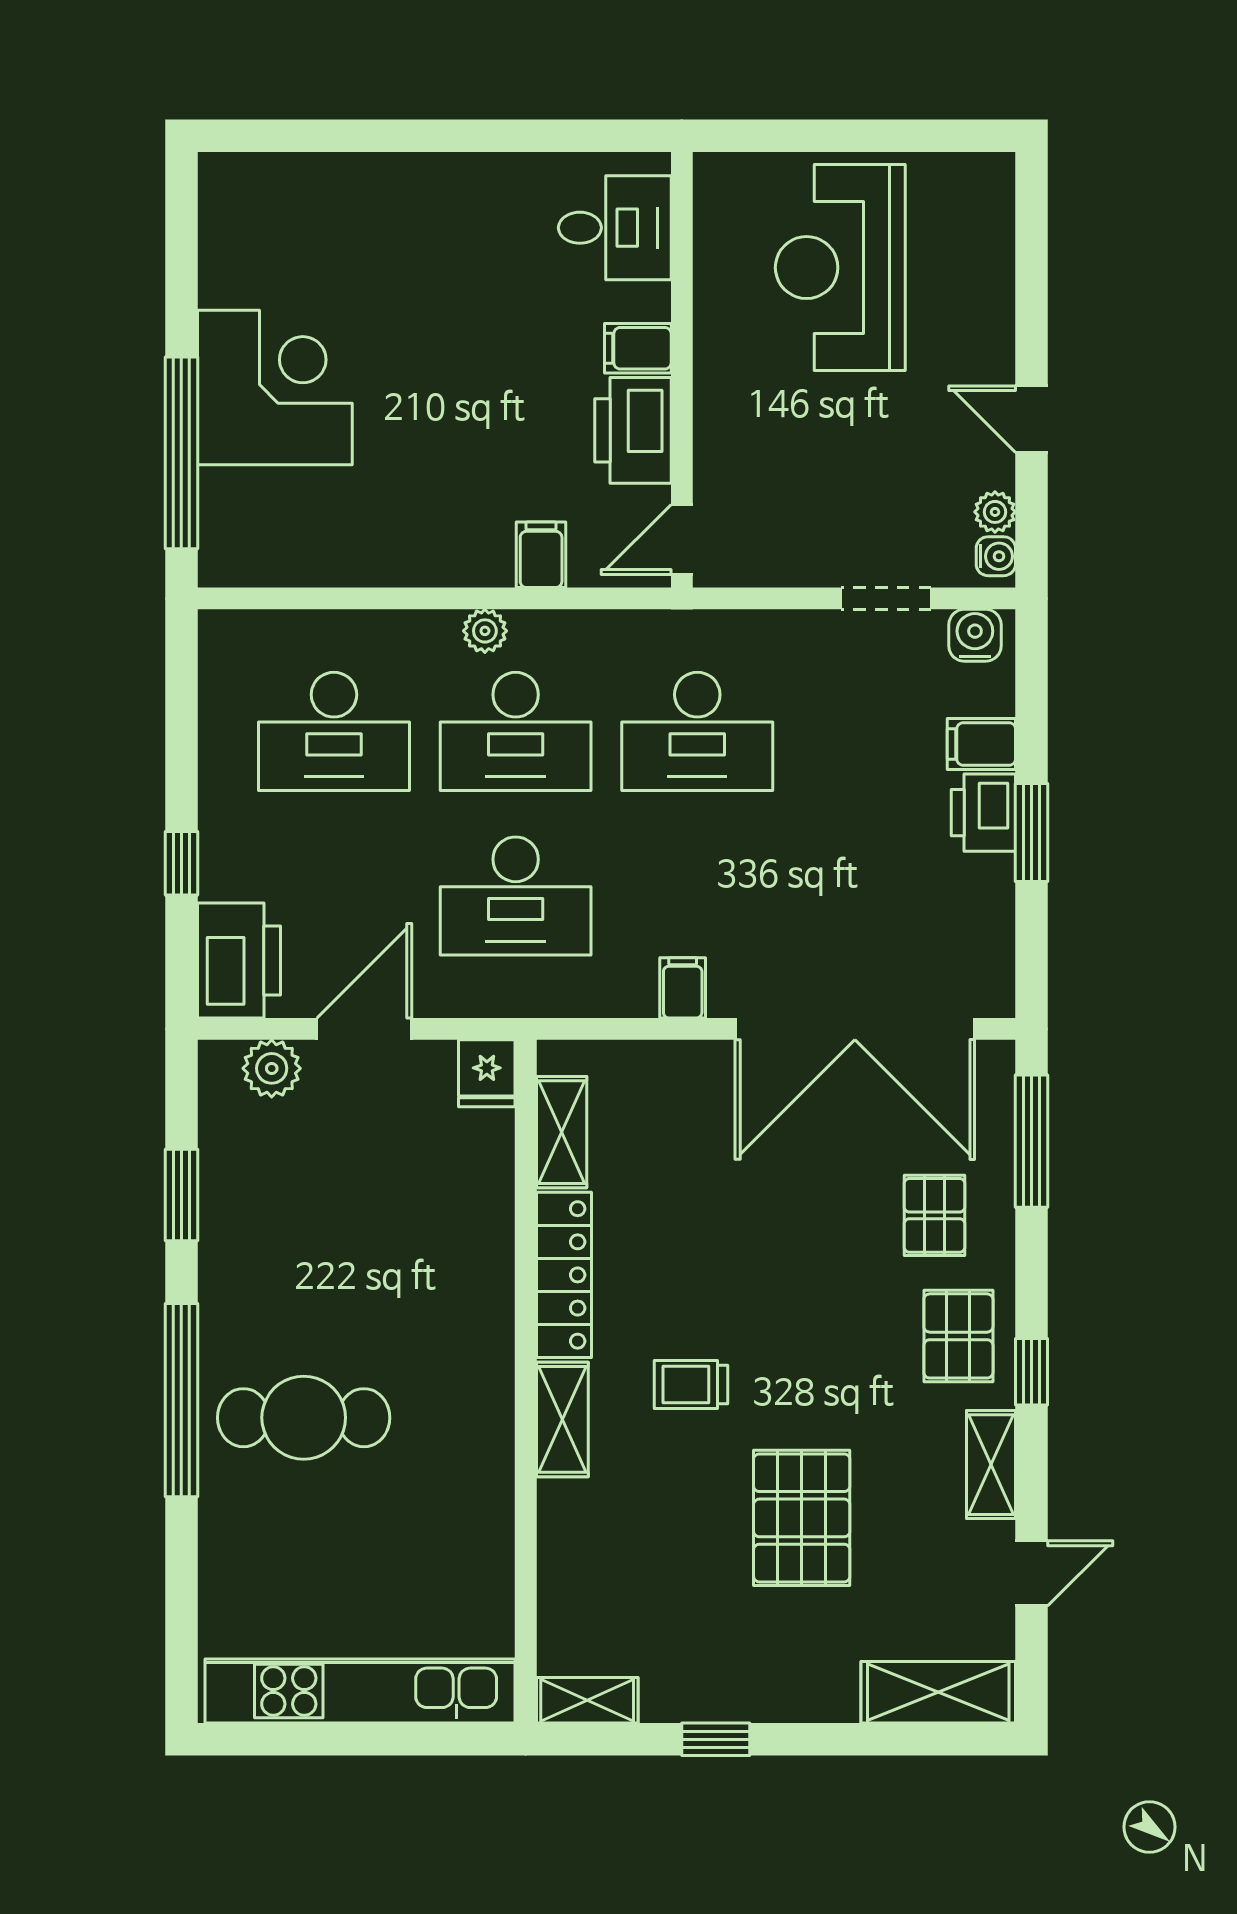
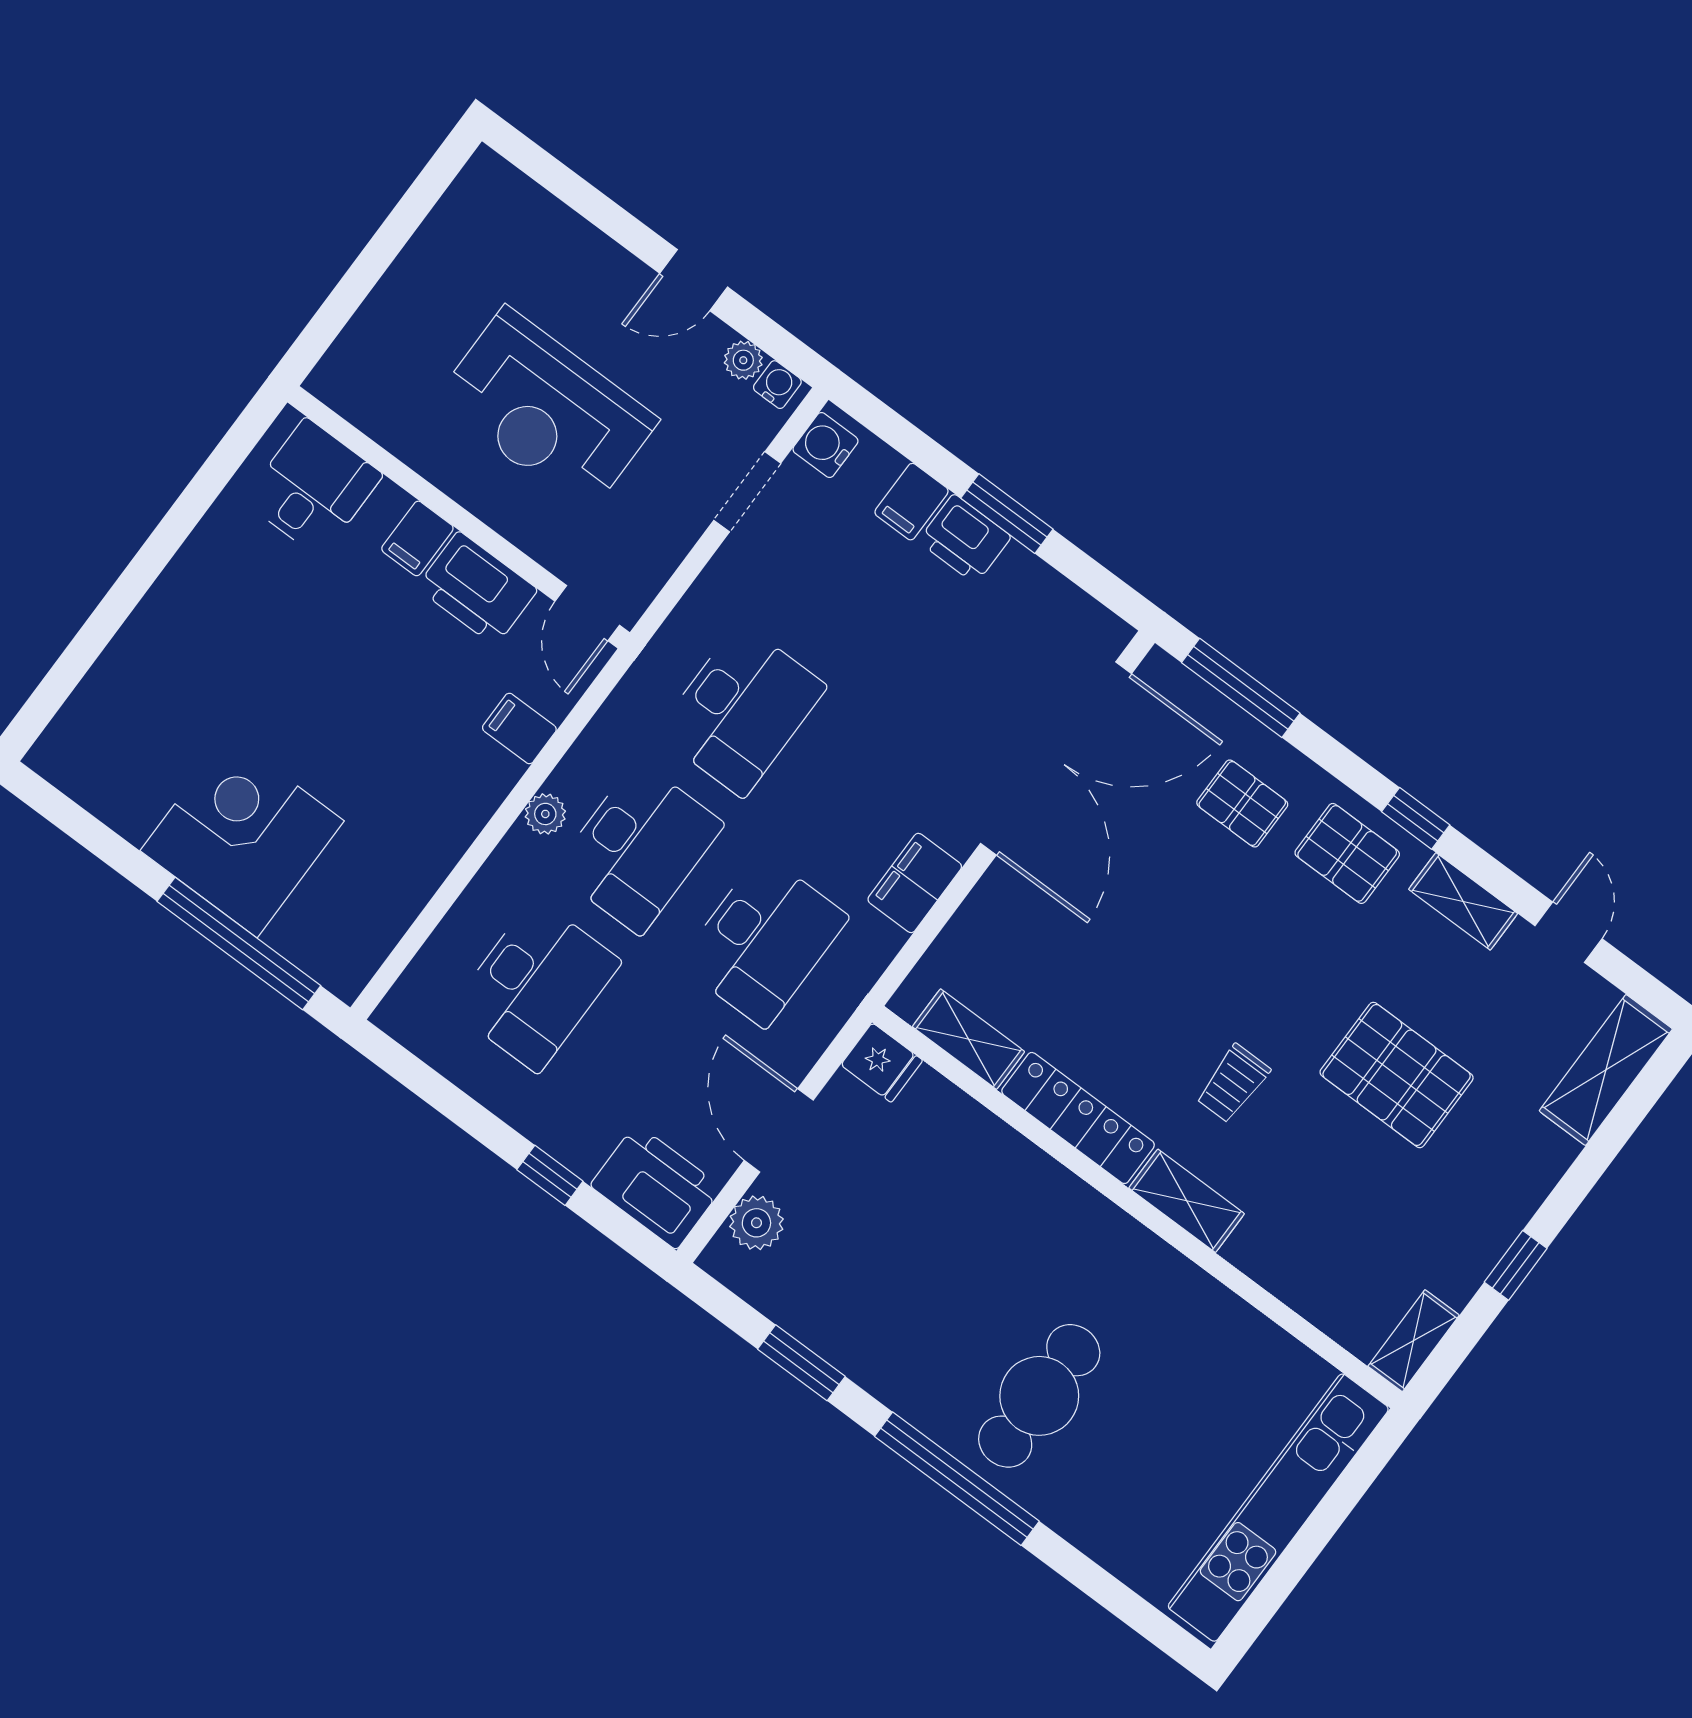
reception desk: (840, 268) -> (546, 410), moved
filing cabinet: (683, 988) -> (915, 883), width x2.00

